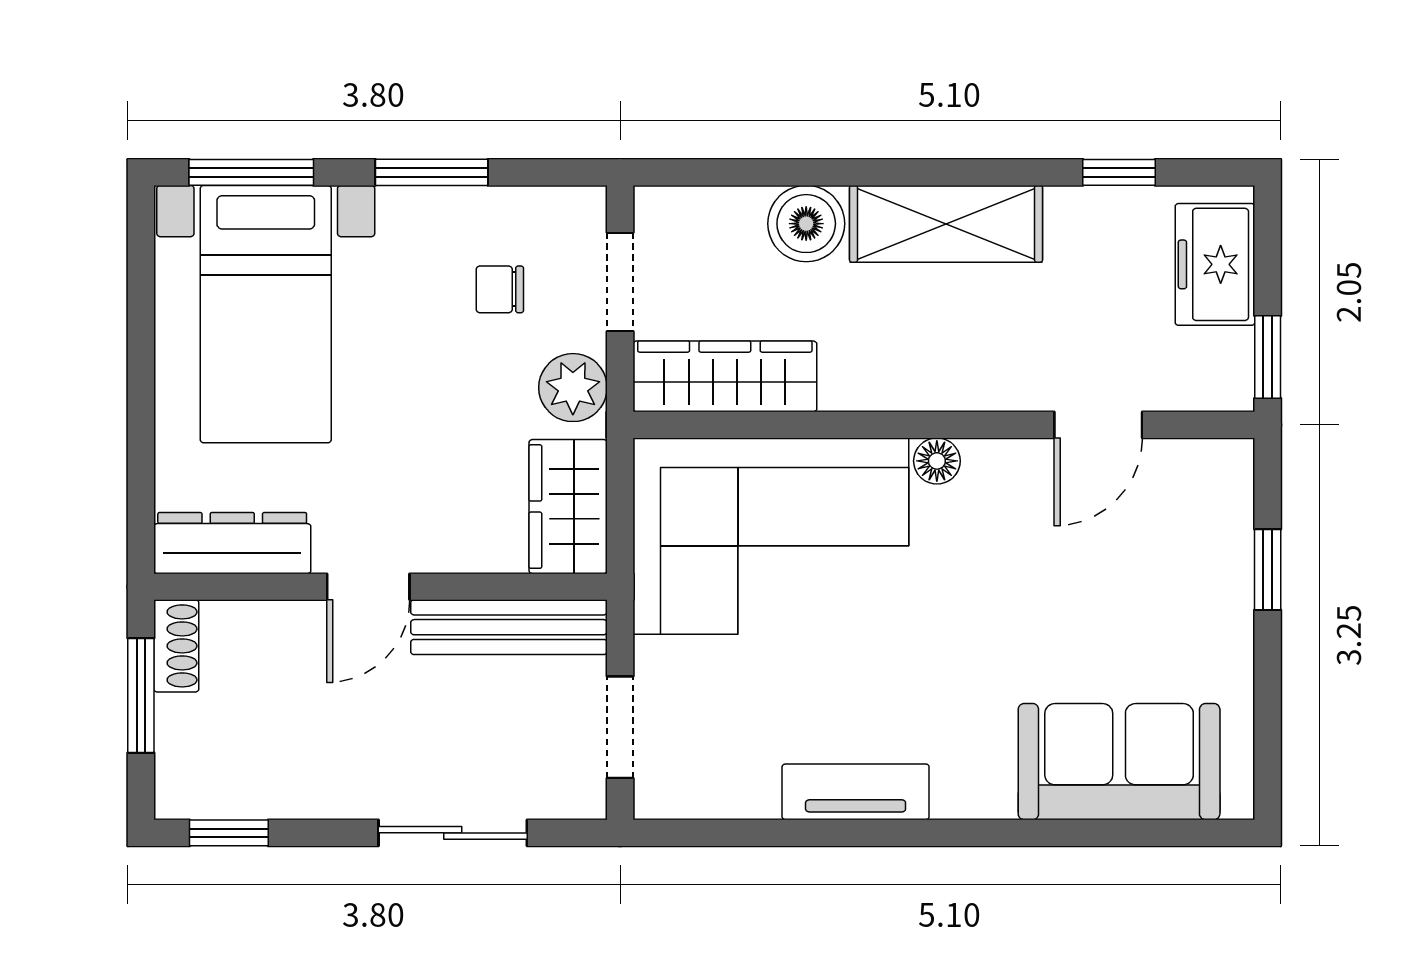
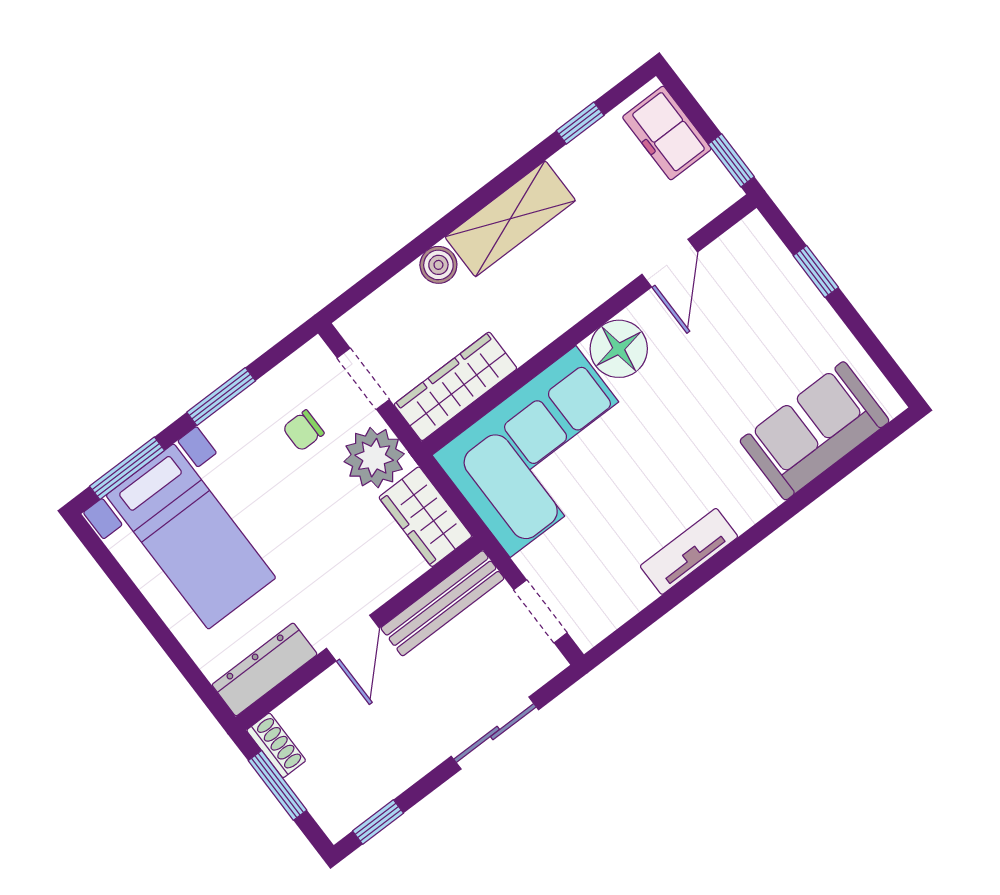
boiler: (806, 224) -> (438, 265), width x0.73, depth x0.73
plant: (573, 388) -> (374, 458), width x1.36, depth x1.36
floor lamp: (937, 461) -> (619, 349), width x1.89, depth x1.89

